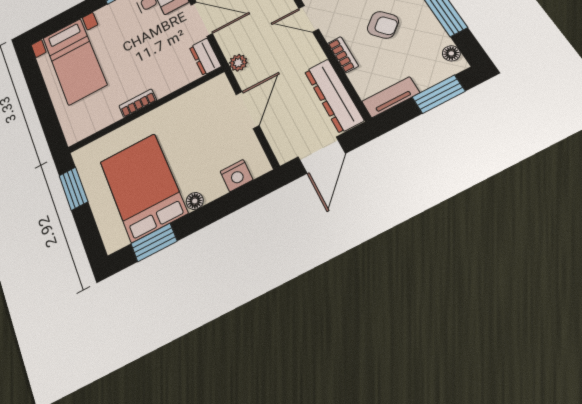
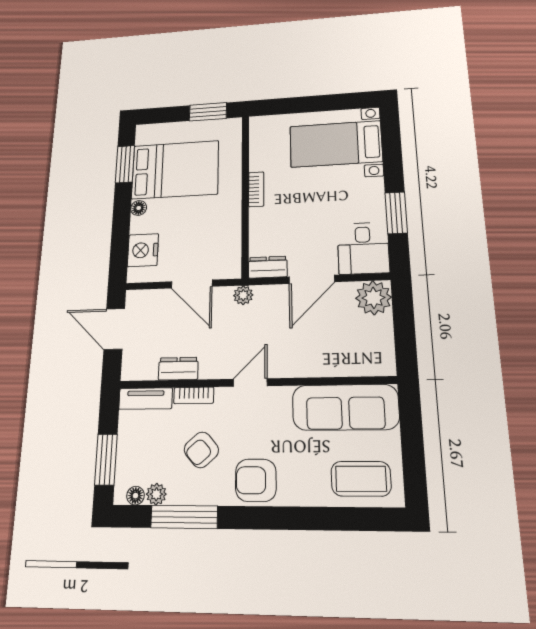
plant: (439, 38) -> (156, 494), added
dresser: (334, 96) -> (178, 369), width x0.51, depth x0.80
tv unit: (391, 97) -> (146, 398), moved, turned 90
nightstand: (237, 176) -> (143, 250), width x1.36, depth x1.33

